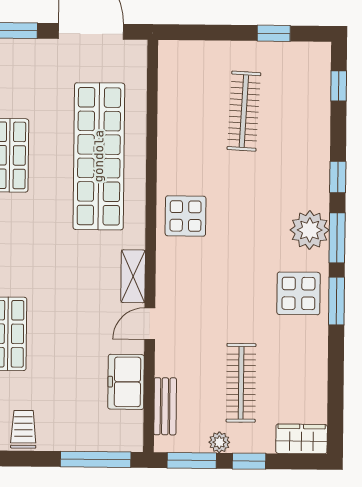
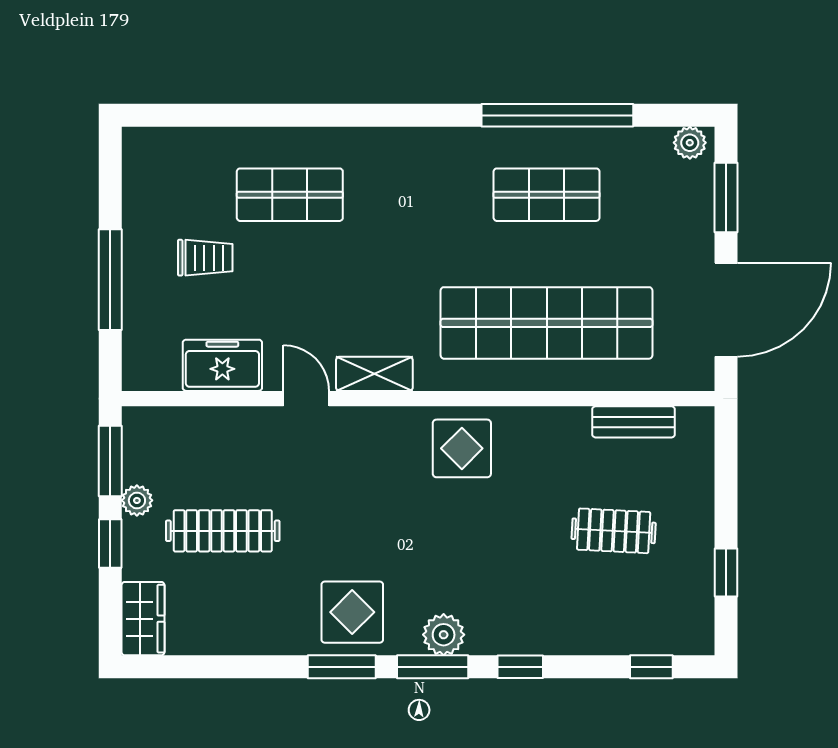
clothes rail: (244, 111) -> (614, 531), width x0.73
plant: (310, 230) -> (444, 635), width x0.73, depth x0.73
bench: (165, 406) -> (634, 422), moved
trolley: (23, 429) -> (205, 258), moved
window: (96, 459) -> (110, 280), moved

